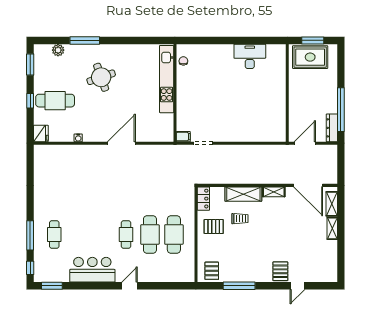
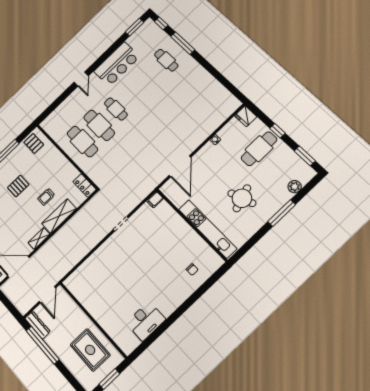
rug: (310, 57) -> (90, 350), moved, turned 90
kitchen unit: (167, 79) -> (207, 229), moved
wall: (175, 93) -> (191, 225), moved
filing cabinet: (183, 137) -> (155, 200), moved
pallet: (214, 227) -> (18, 186), moved

